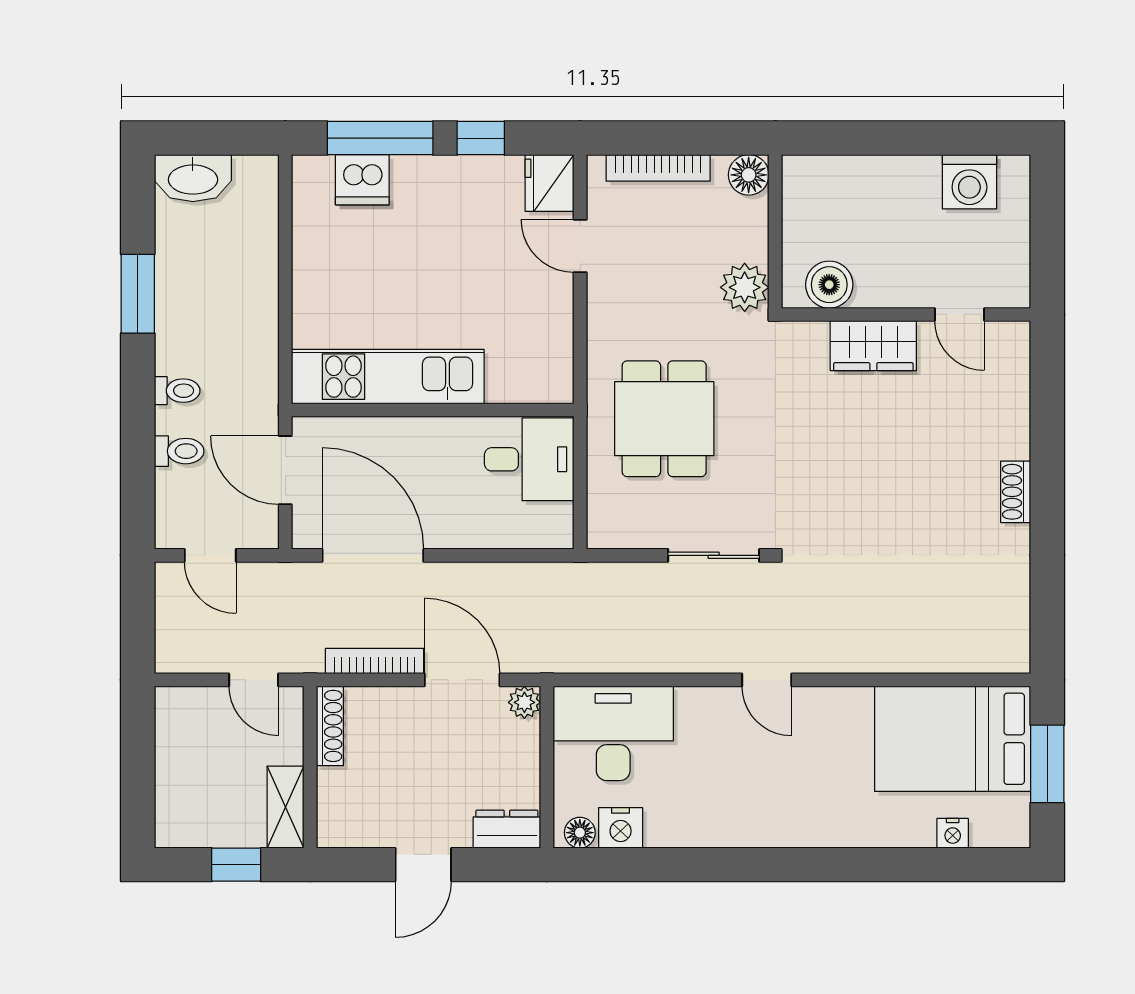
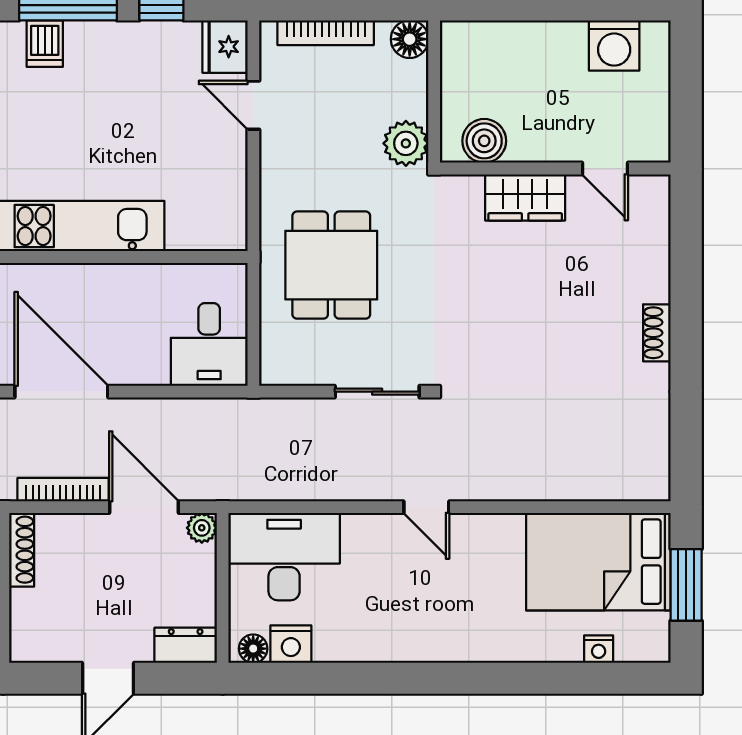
dishwasher: (362, 180) -> (45, 44), width x0.73
desk: (529, 459) -> (209, 344), moved, turned 90

